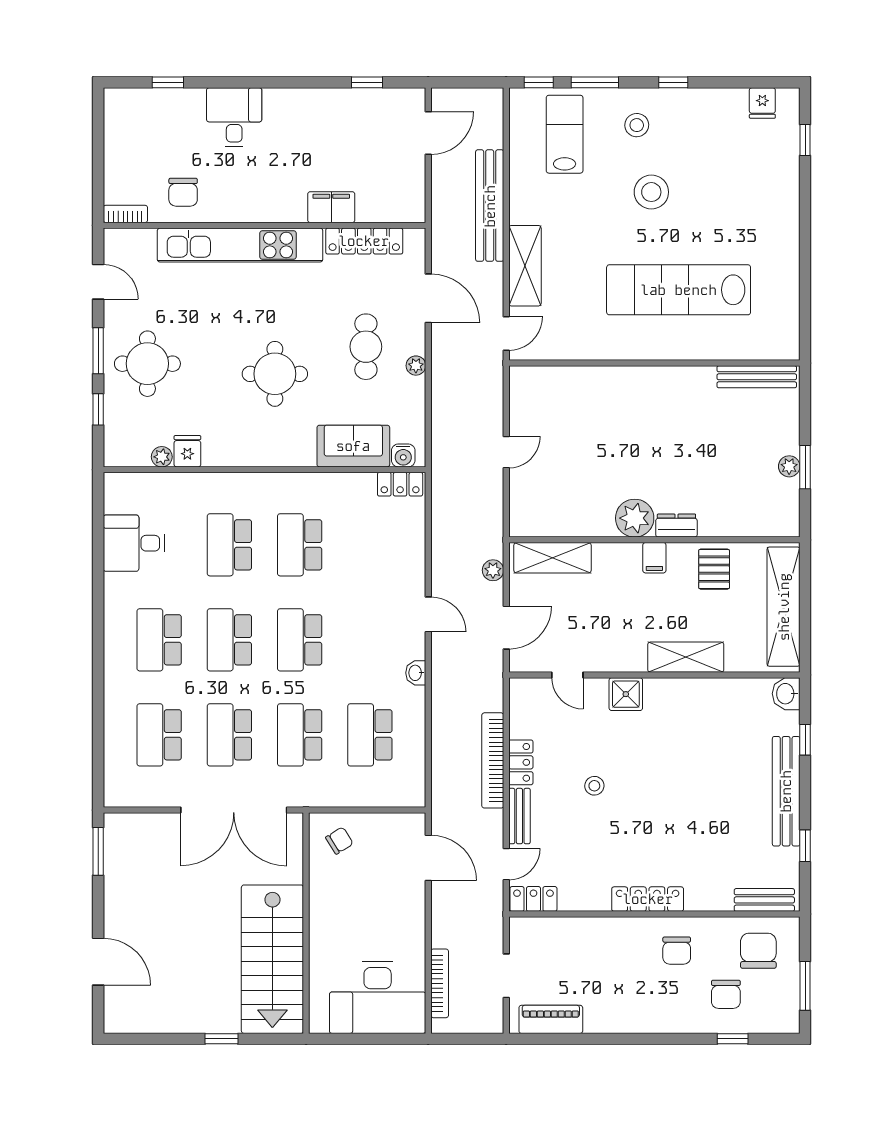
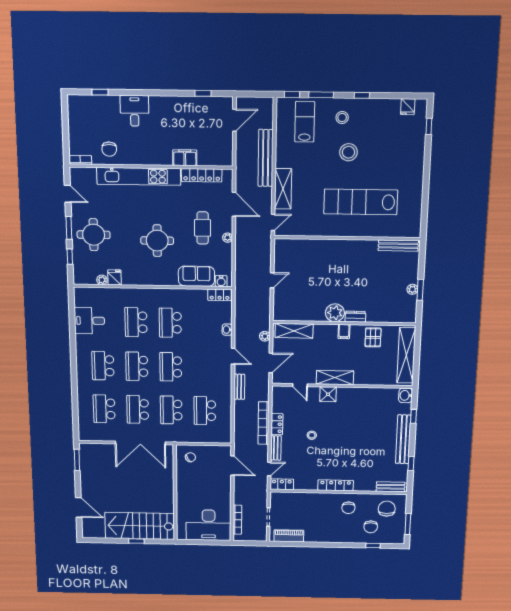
shelving: (686, 657) -> (335, 378), moved
washbasin: (416, 673) -> (227, 330), moved
bench: (441, 681) -> (239, 387), added
stairs: (272, 959) -> (140, 526), moved, turned 90

